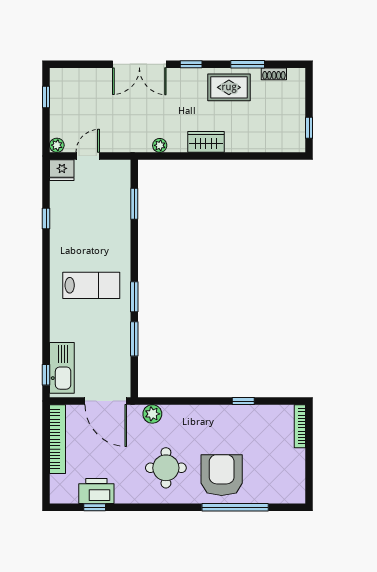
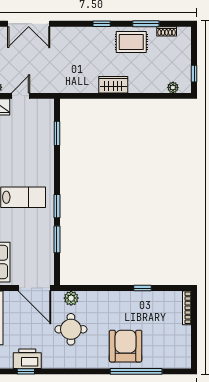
double door: (139, 64) -> (29, 24), moved
plant: (160, 145) -> (173, 87), moved
round table: (166, 468) -> (71, 329), moved

